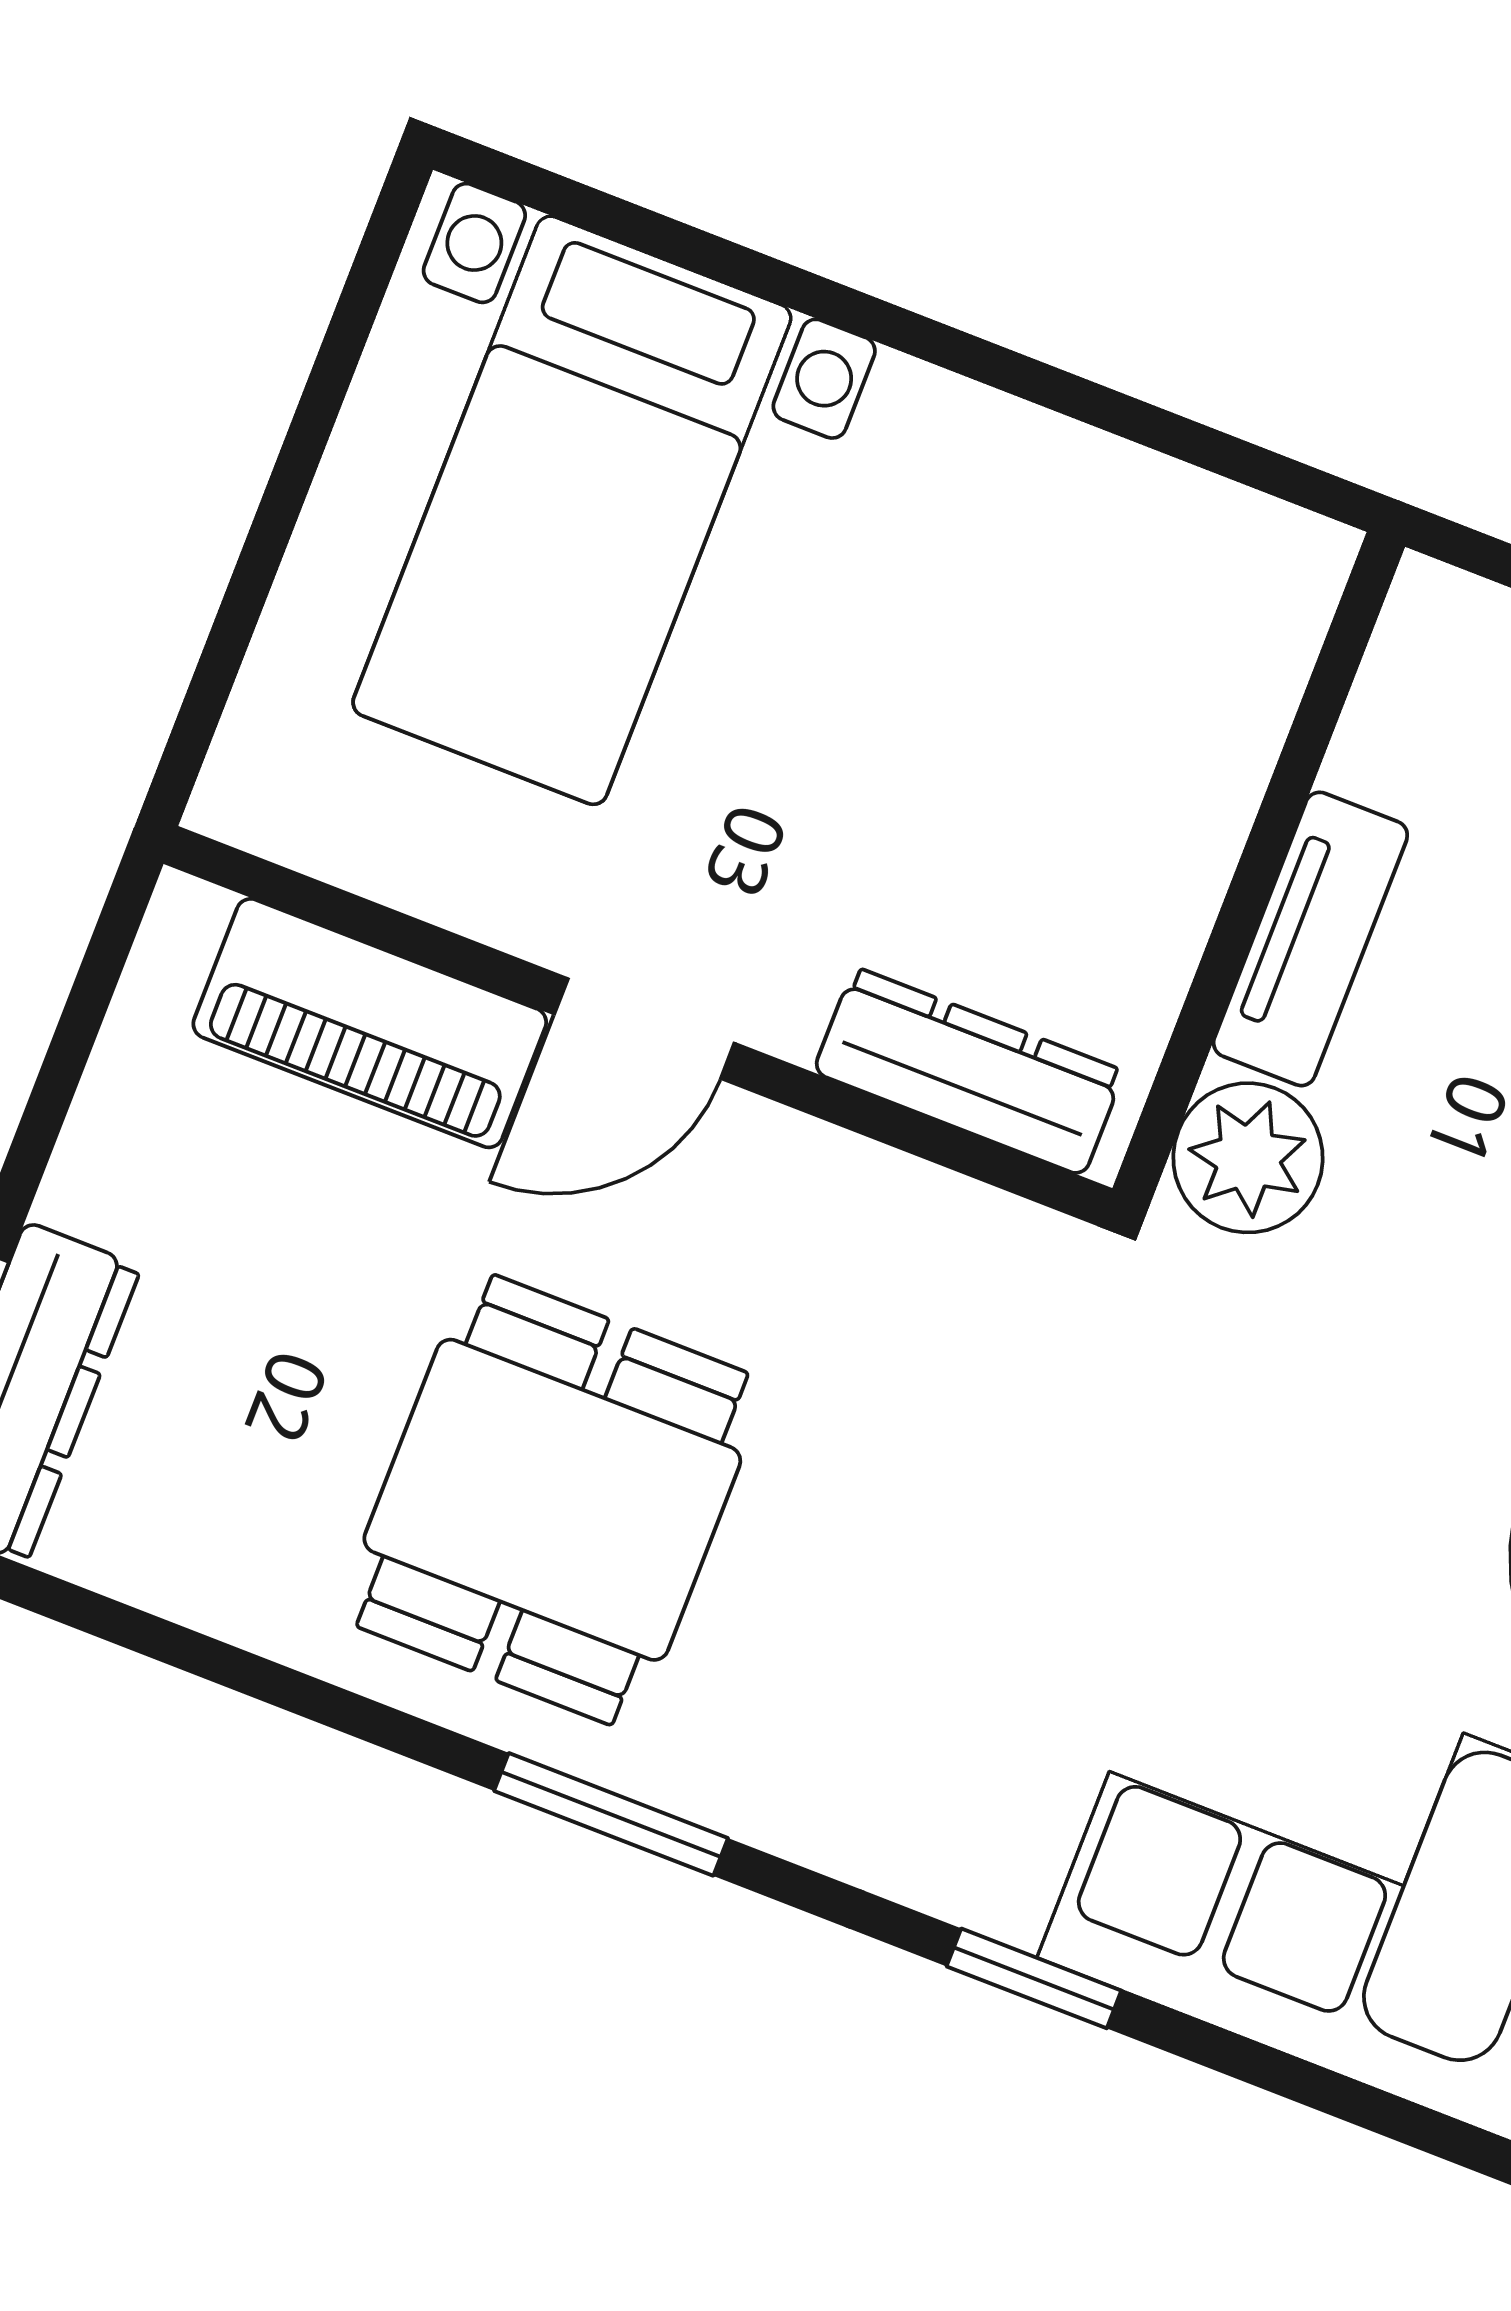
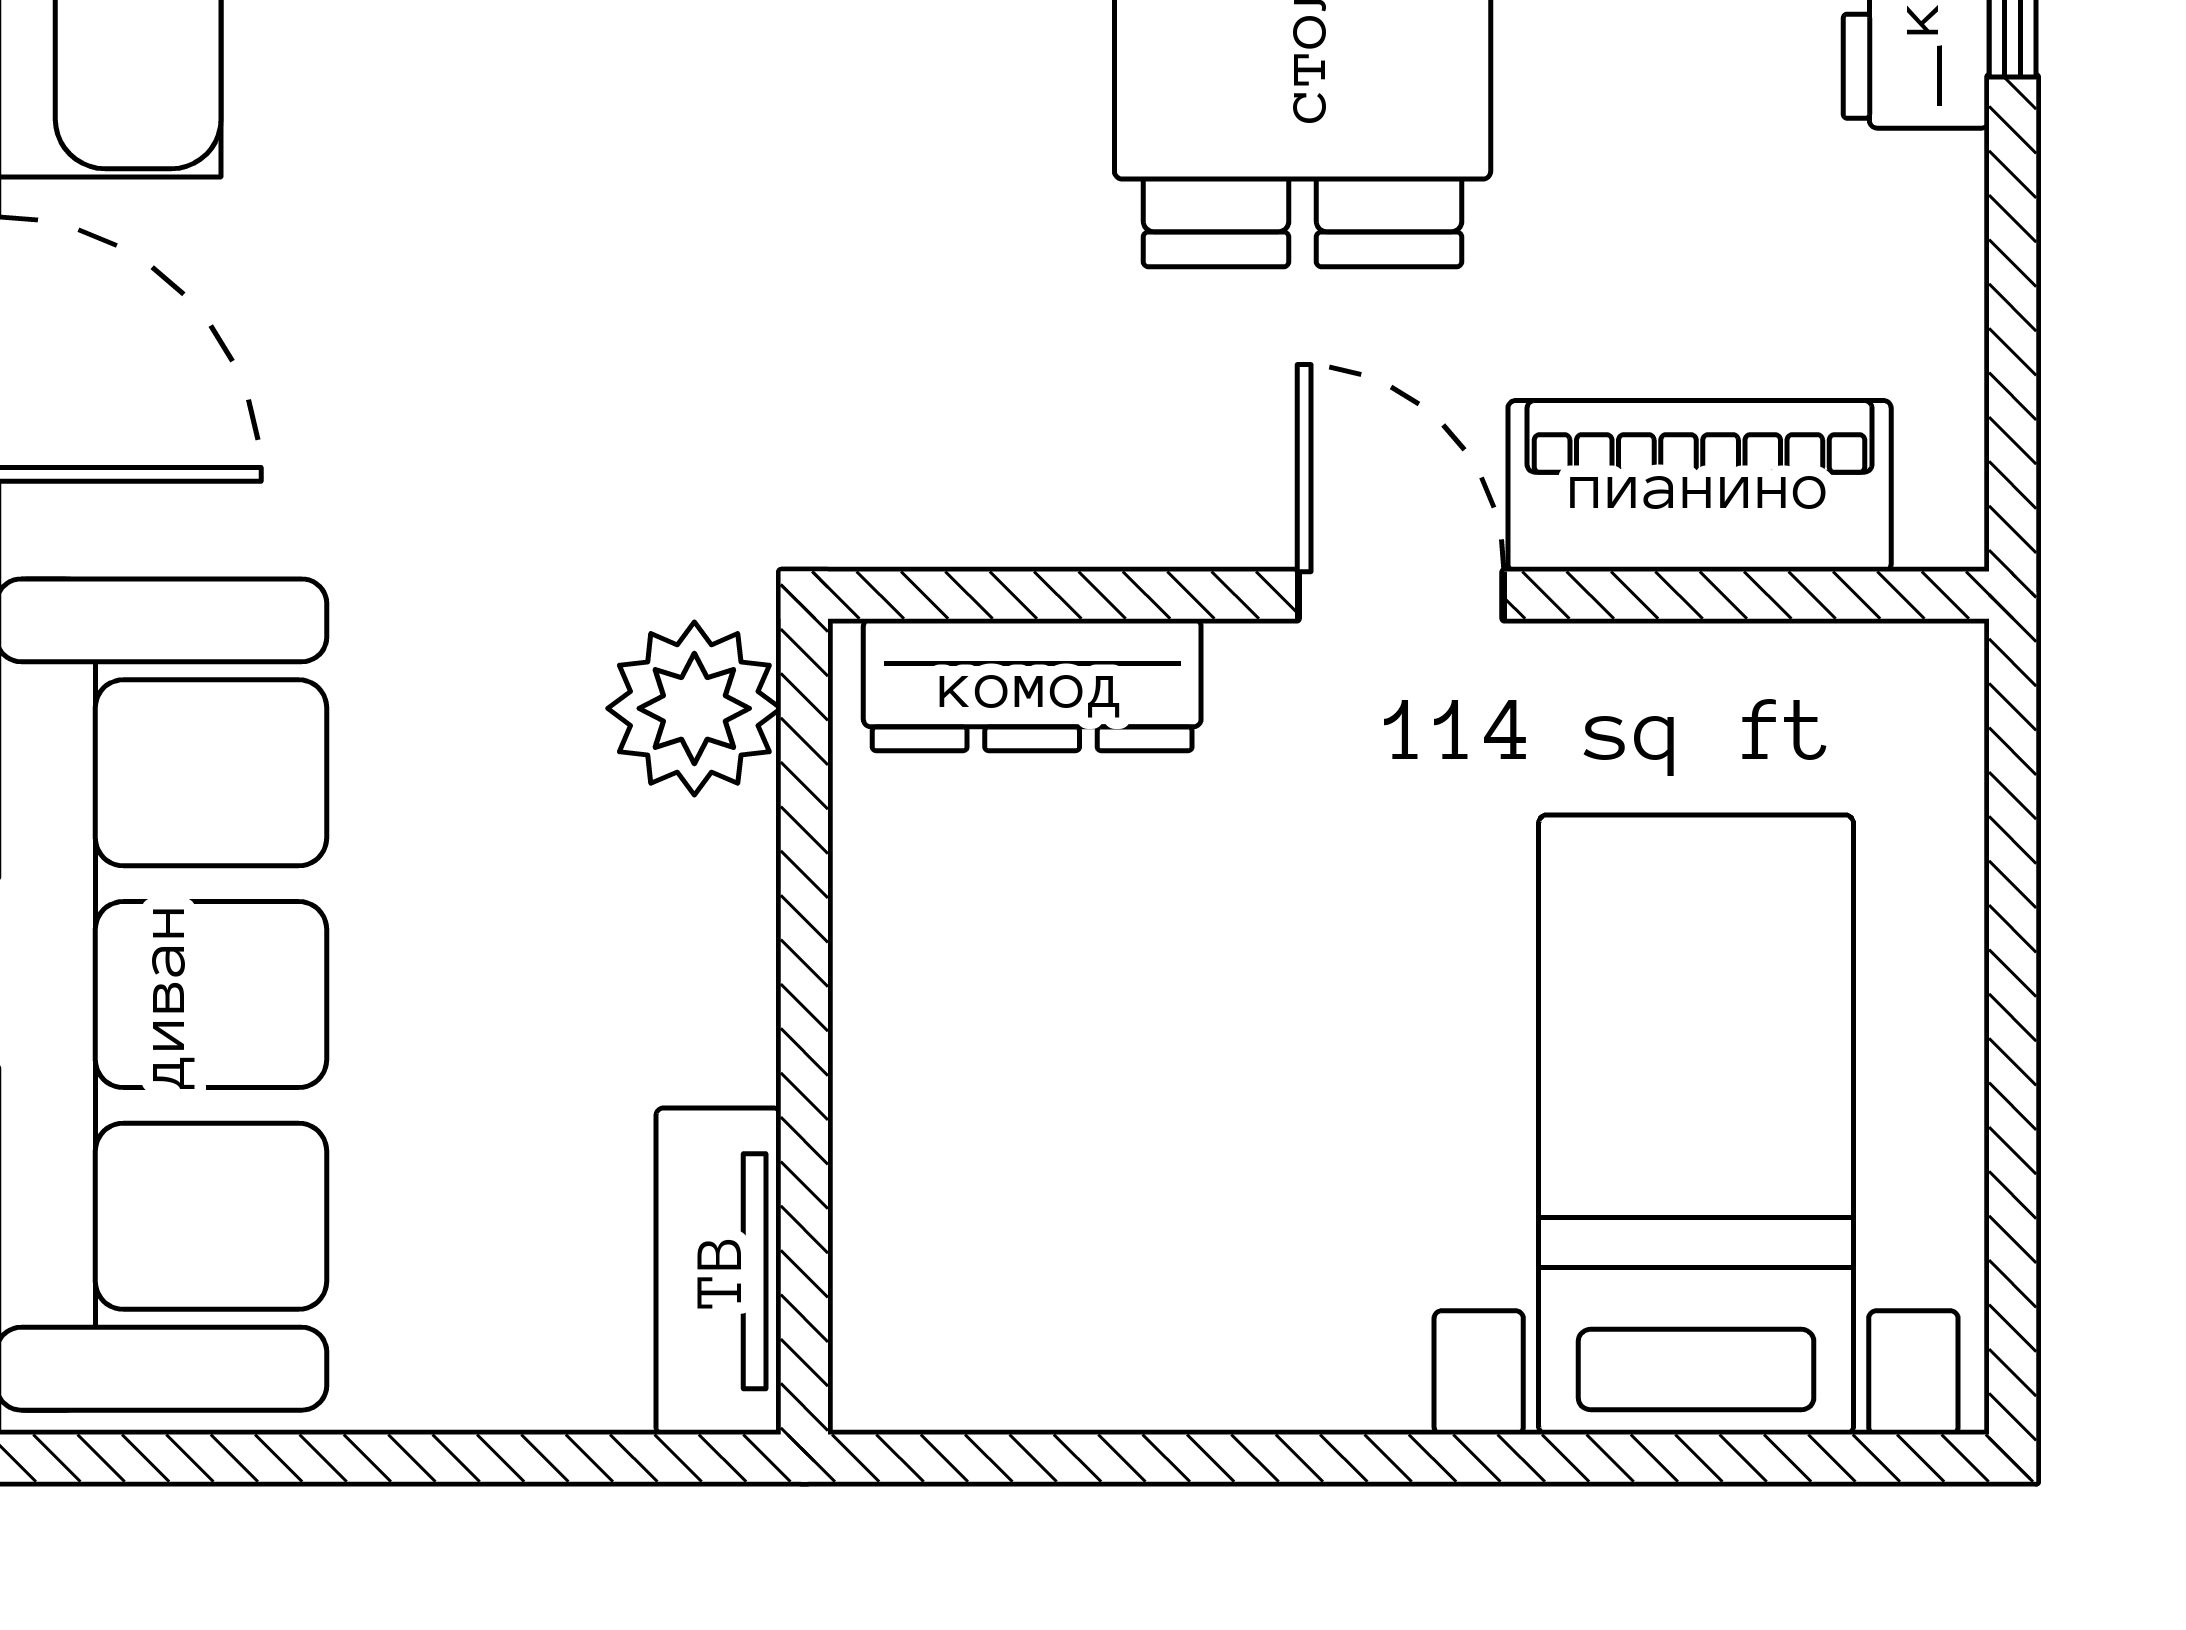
tv unit: (1310, 939) -> (719, 1271), moved
door: (644, 1029) -> (1401, 595), hinge flipped

